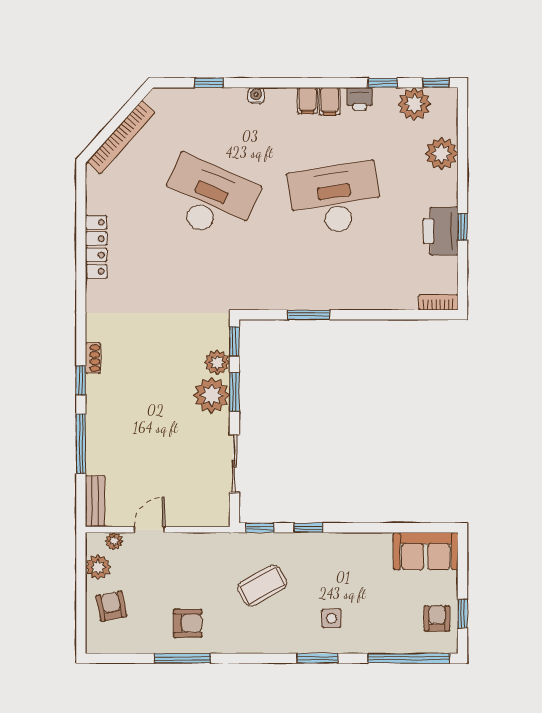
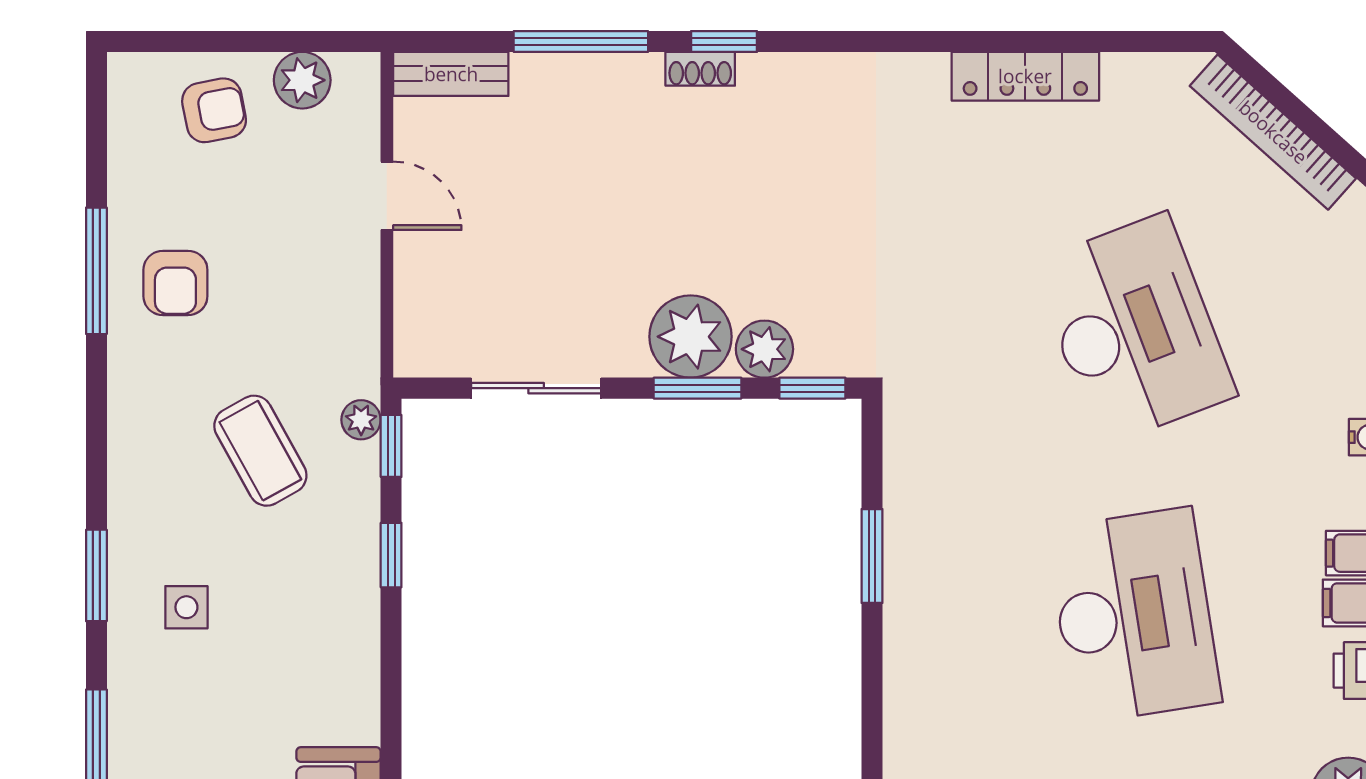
desk: (208, 199) -> (1134, 329), turned -45
shoe rack: (93, 358) -> (700, 69), moved
plant: (114, 541) -> (361, 420), moved

